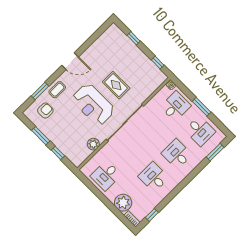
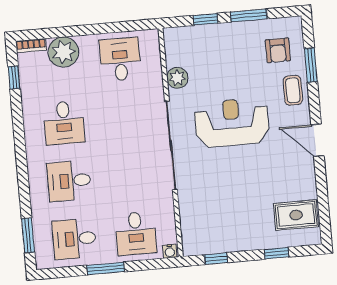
door: (70, 61) -> (317, 140), hinge flipped
rug: (116, 85) -> (296, 215), moved
desk: (177, 154) -> (69, 181), turned 180
desk: (154, 177) -> (64, 123), turned 90

